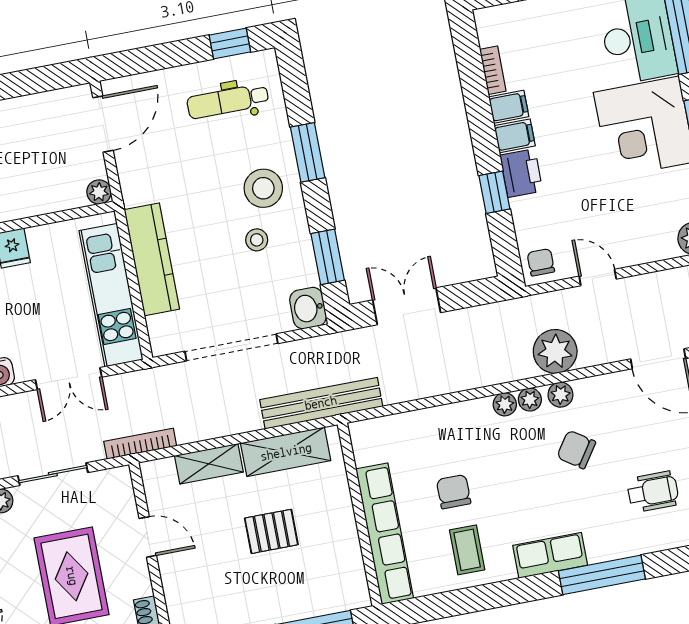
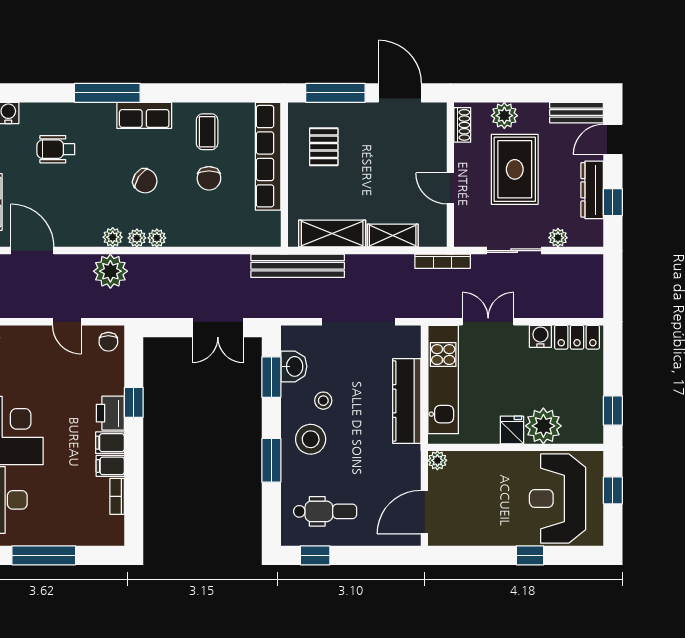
washbasin: (308, 308) -> (294, 366), moved
chair: (576, 450) -> (145, 181), moved
pallet: (271, 531) -> (324, 147), moved, turned 90

